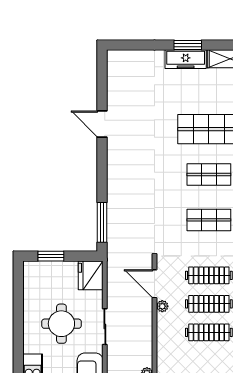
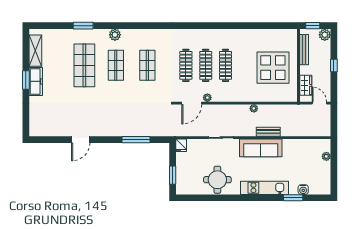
window: (102, 222) -> (136, 140), moved
fridge: (91, 275) -> (181, 145), width x0.53, depth x0.75
round table: (61, 324) -> (217, 180), moved

